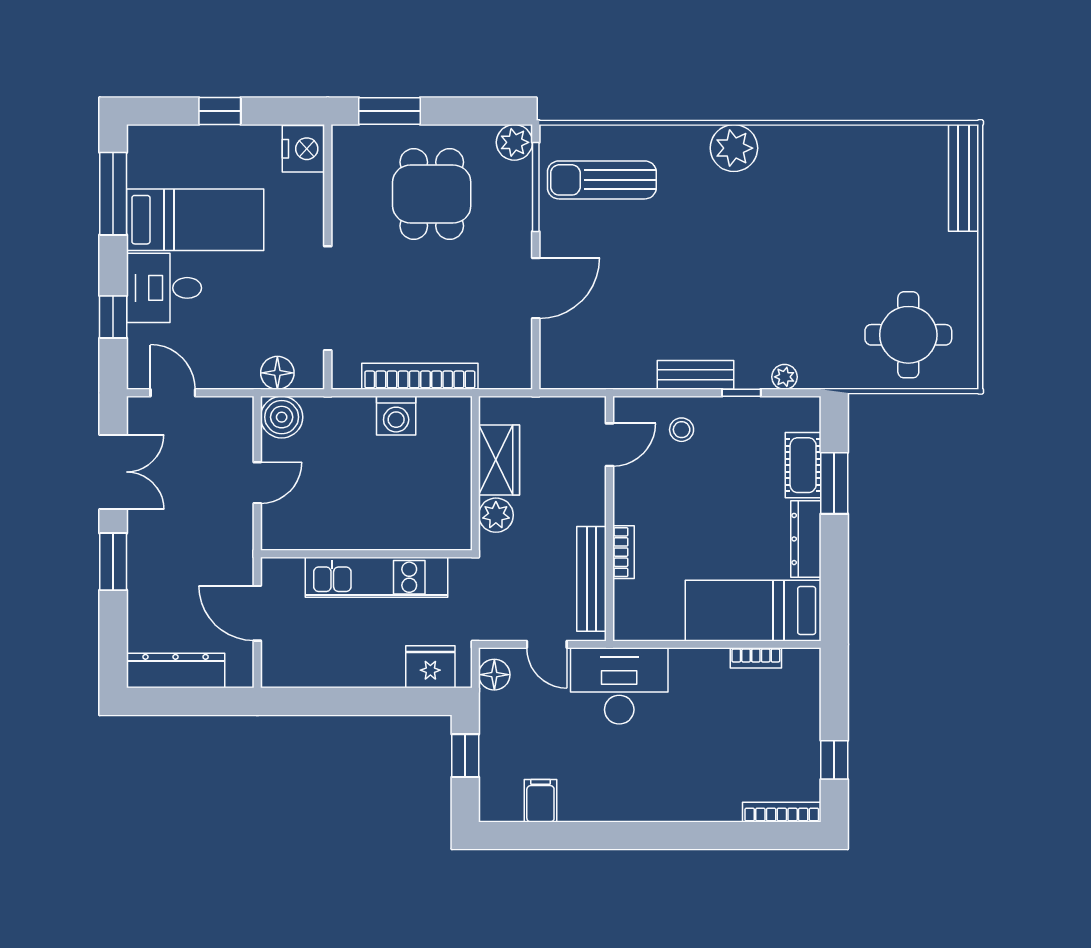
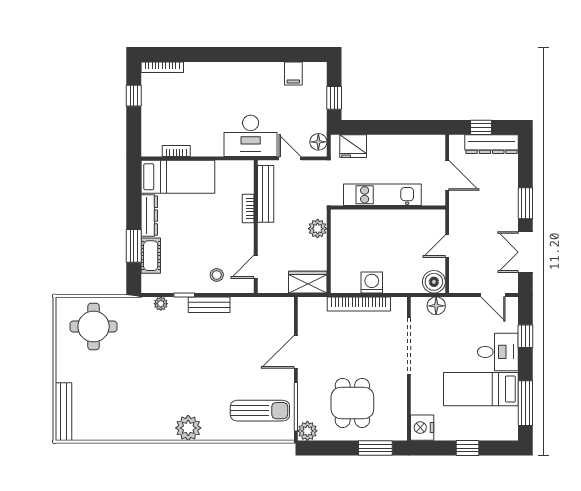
wardrobe: (499, 460) -> (308, 282), moved, turned 90
window: (195, 701) -> (481, 127), added

